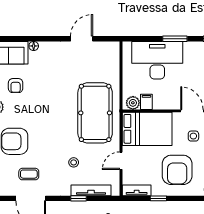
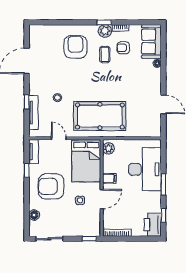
filing cabinet: (146, 102) -> (109, 178), moved
coffee table: (29, 174) -> (105, 54), moved

